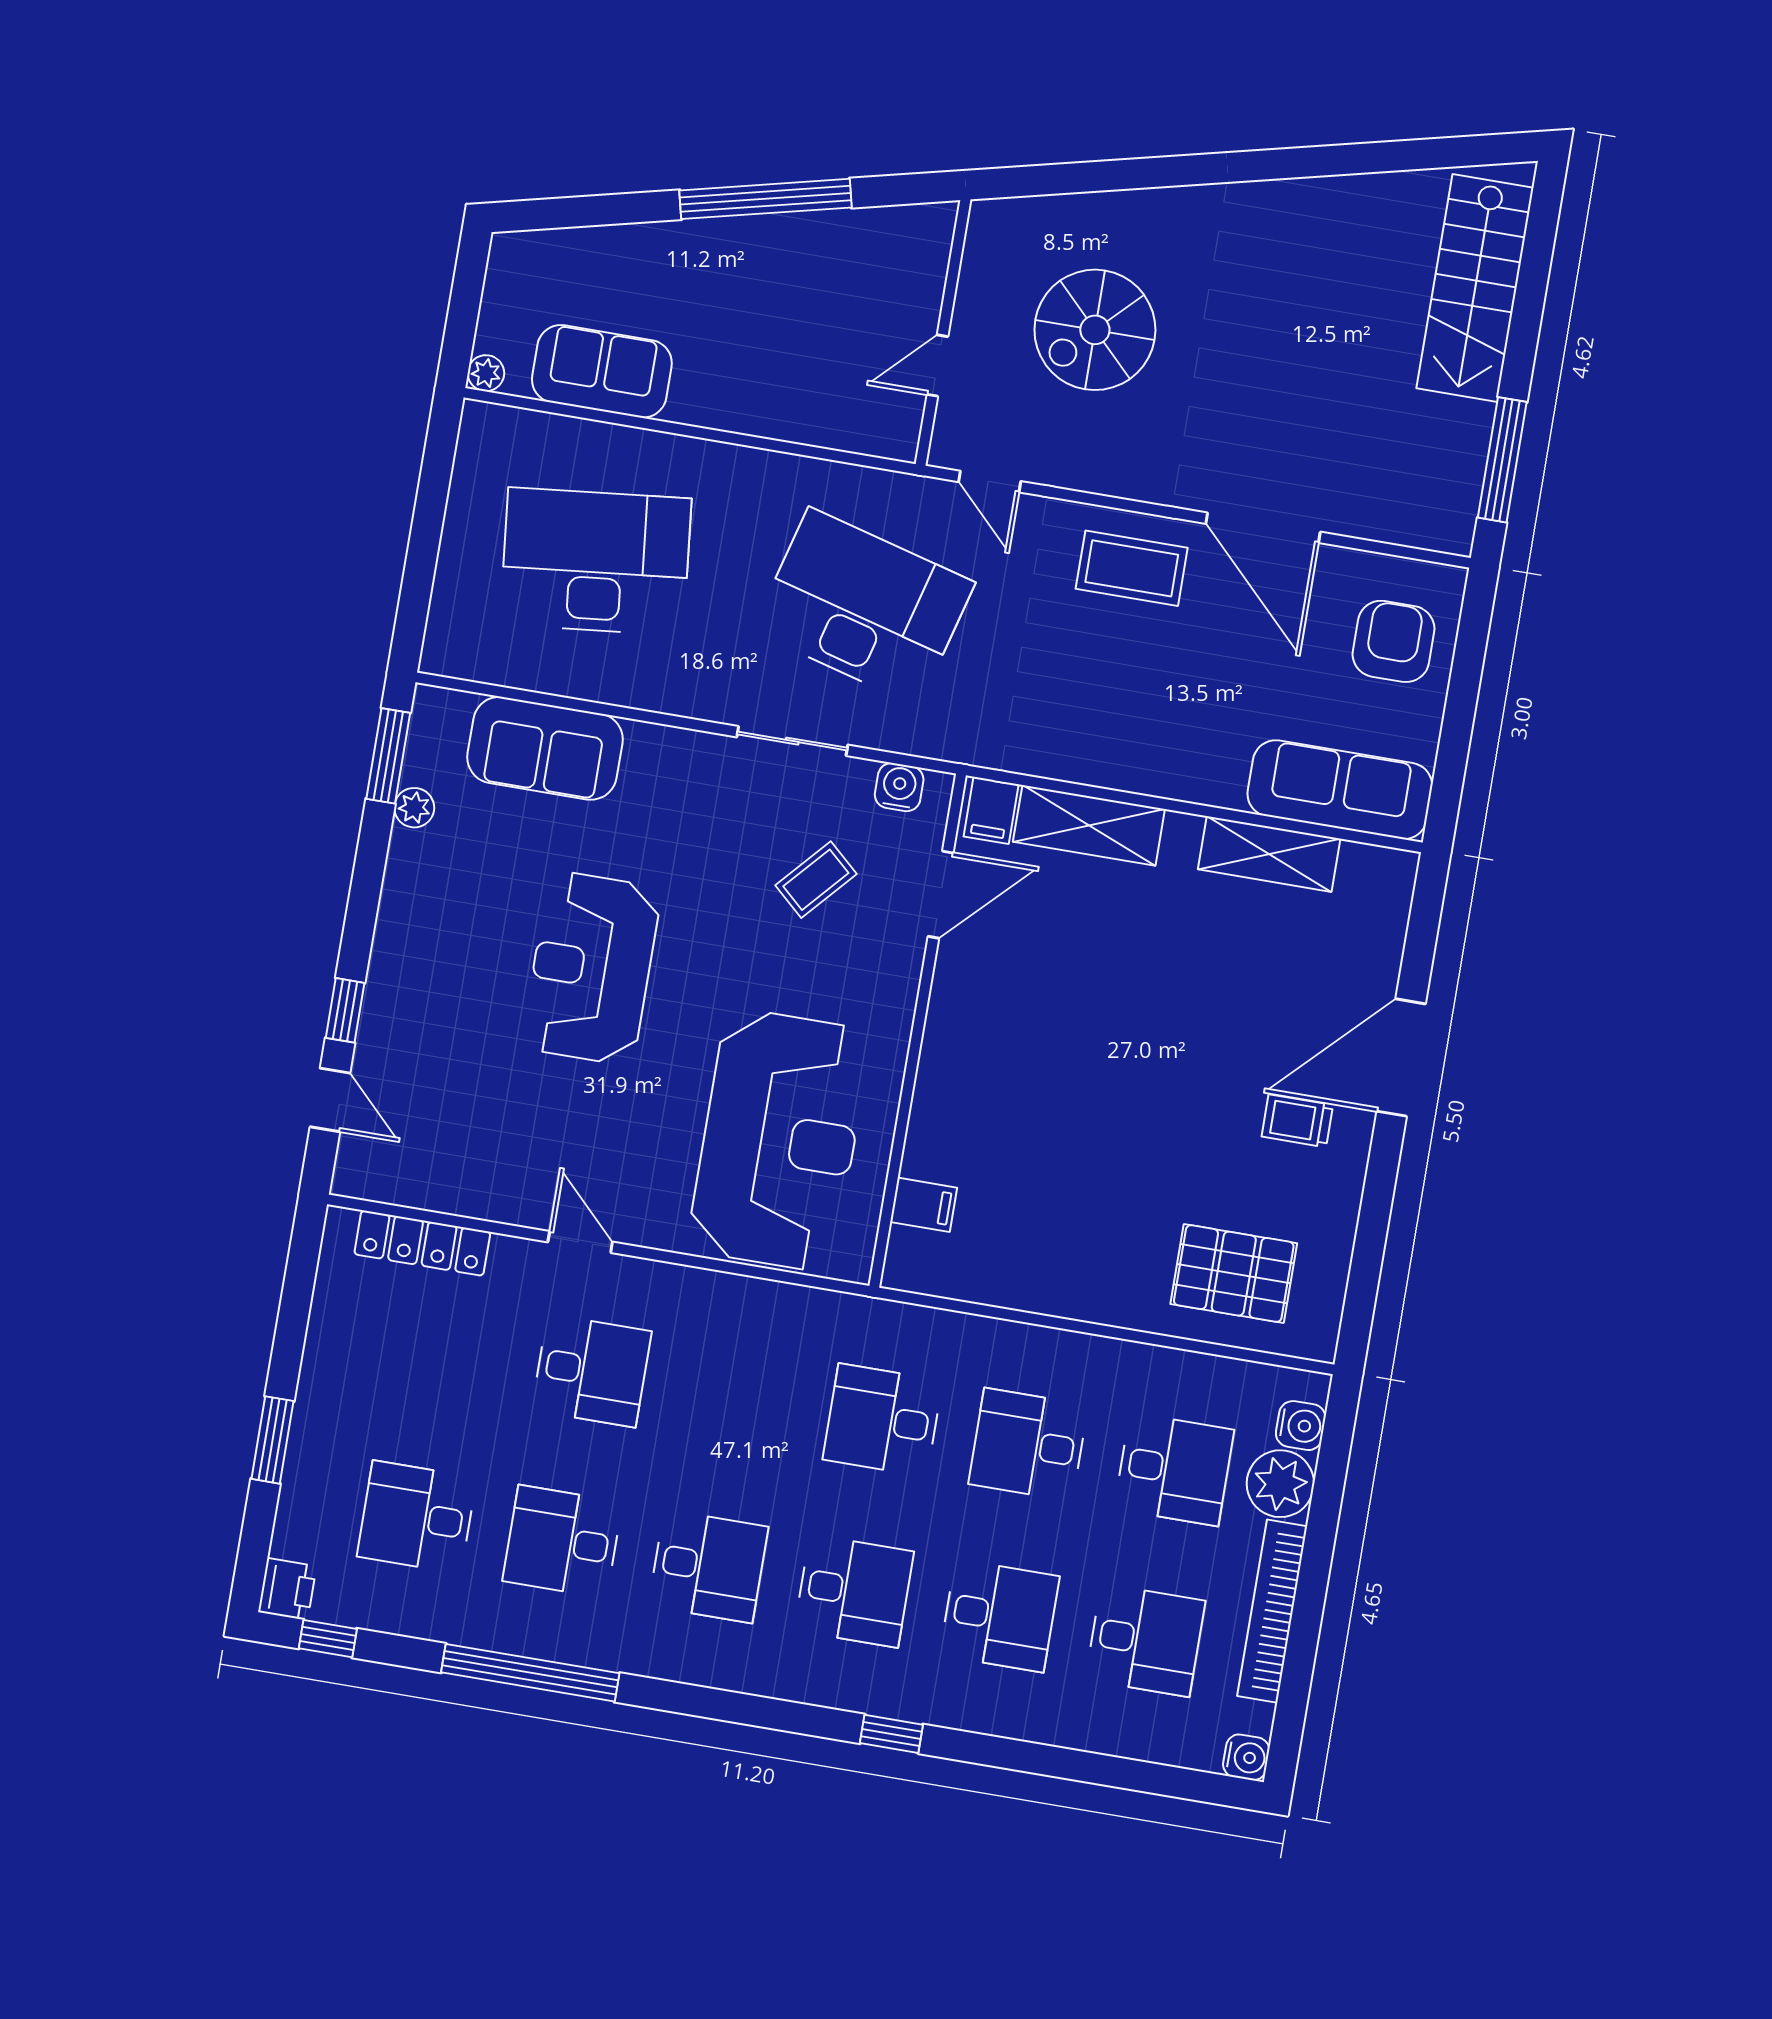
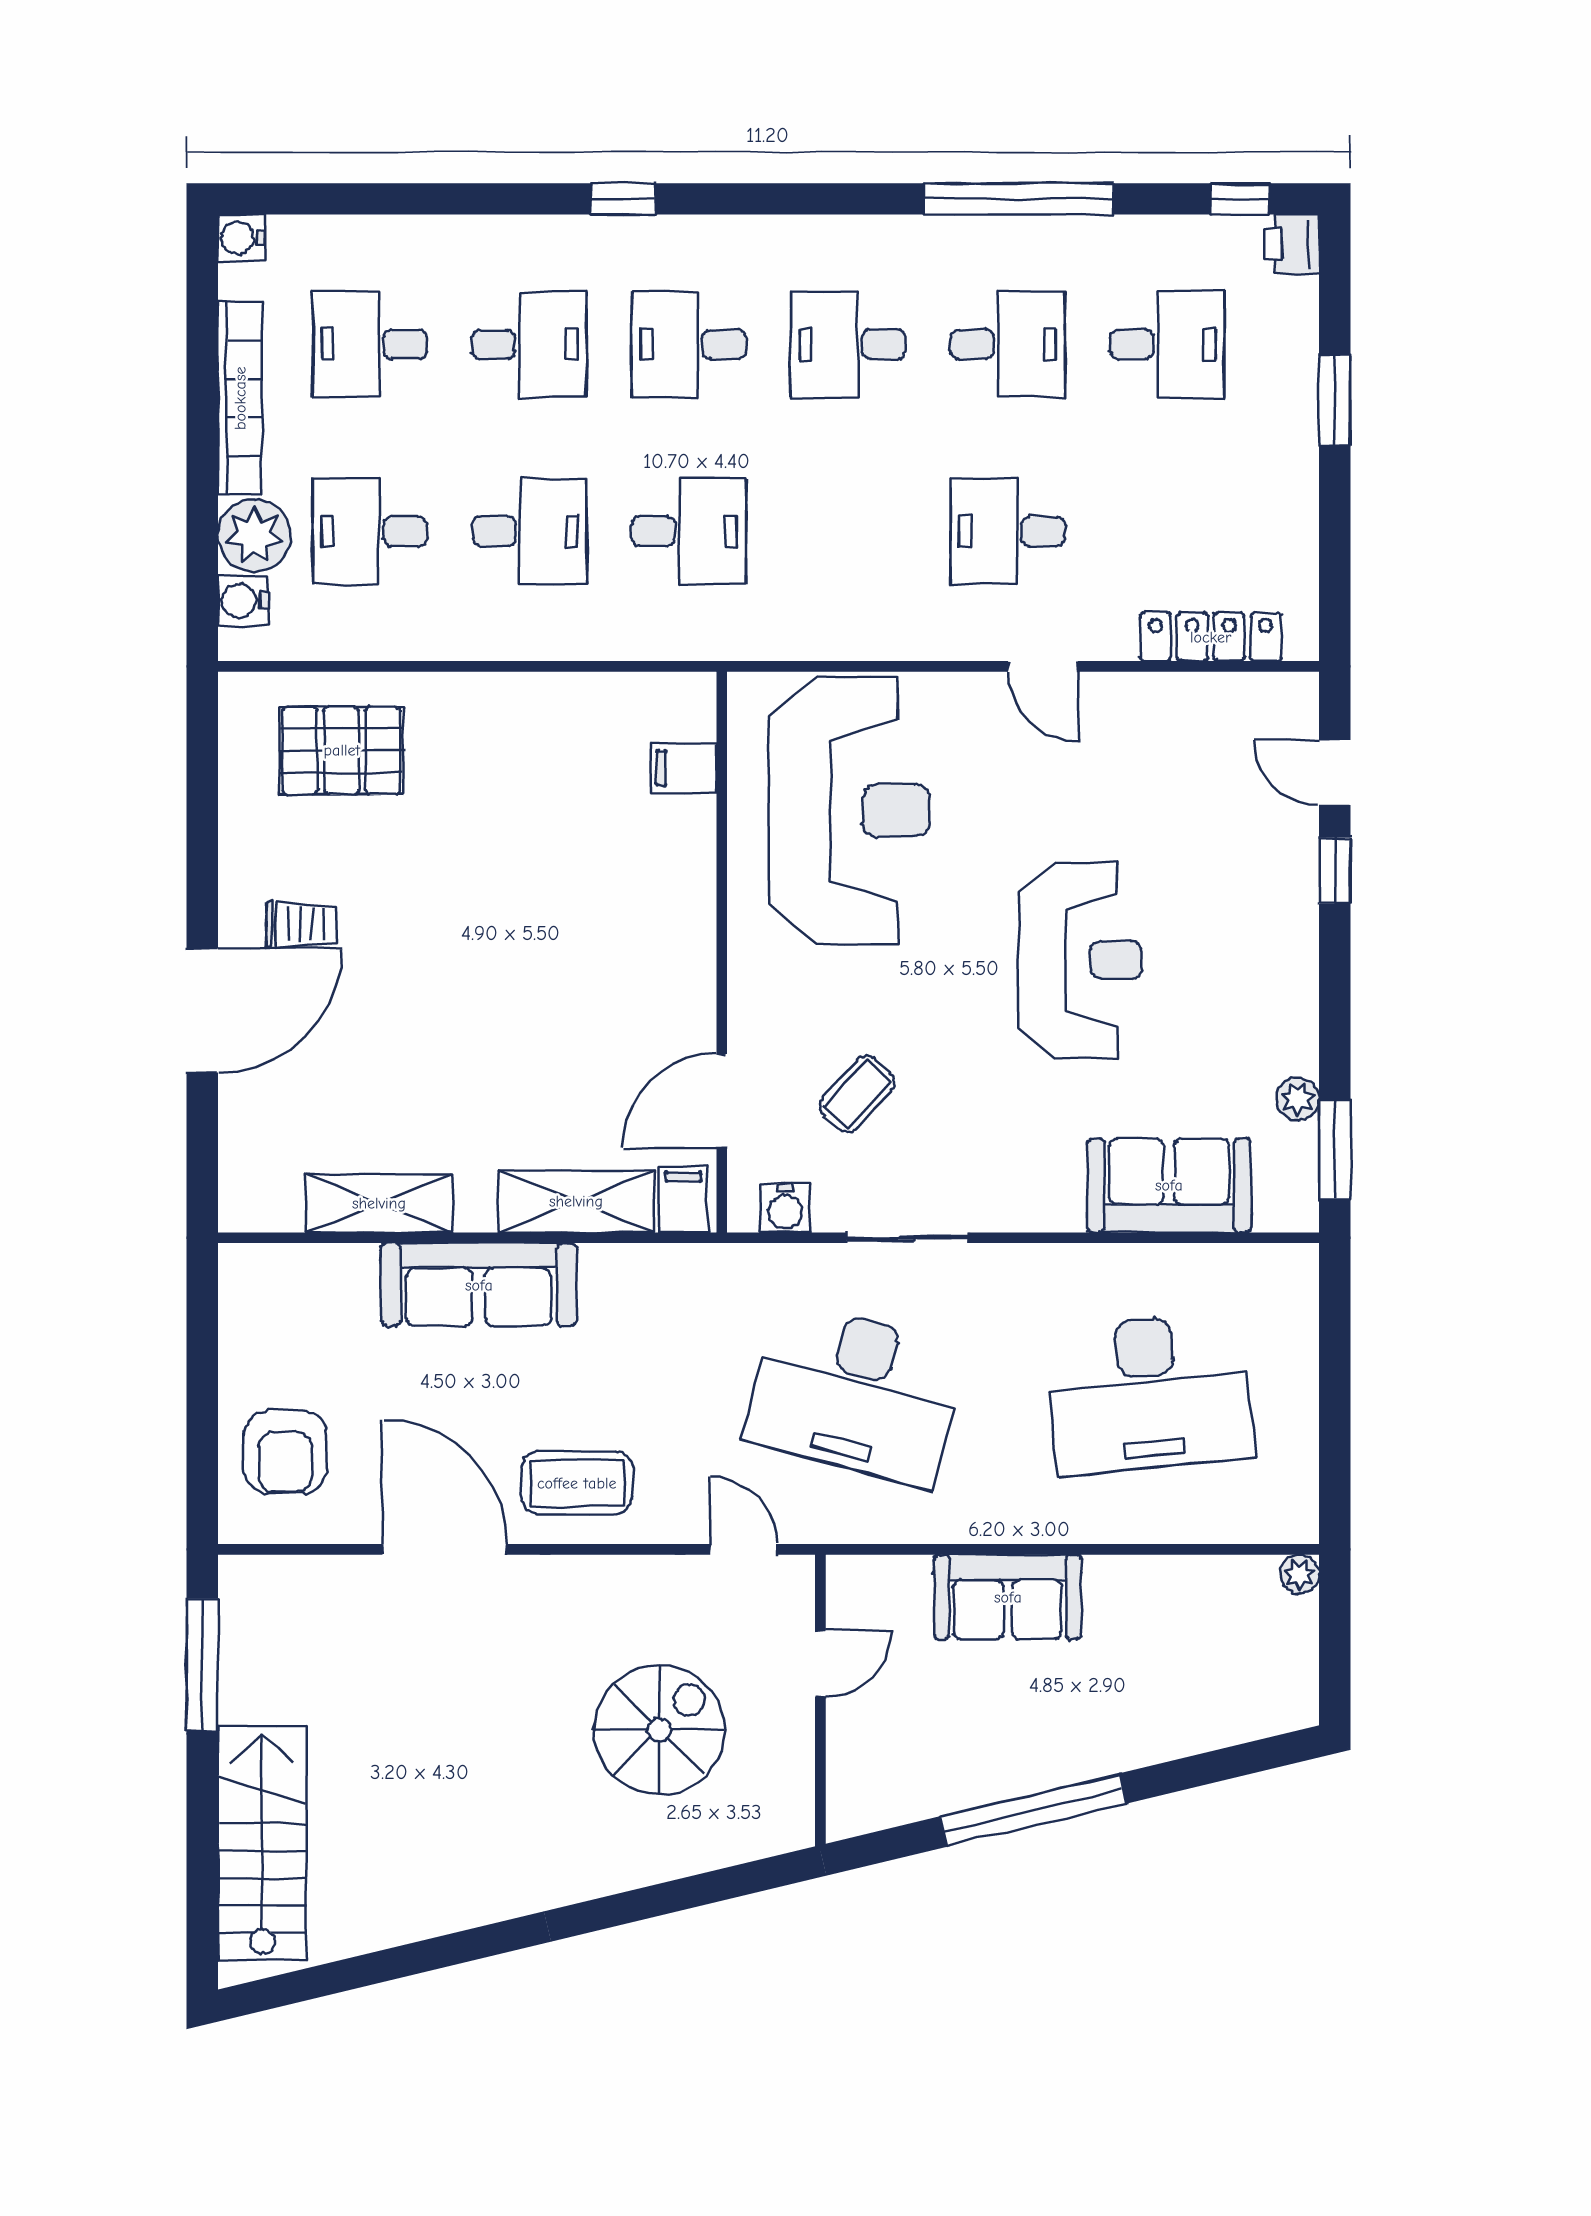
sofa: (602, 371) -> (1008, 1597), moved
sofa: (1340, 790) -> (479, 1285), moved
reception desk: (779, 1140) -> (849, 811), turned 180
desk: (999, 1616) -> (529, 344), turned 180

